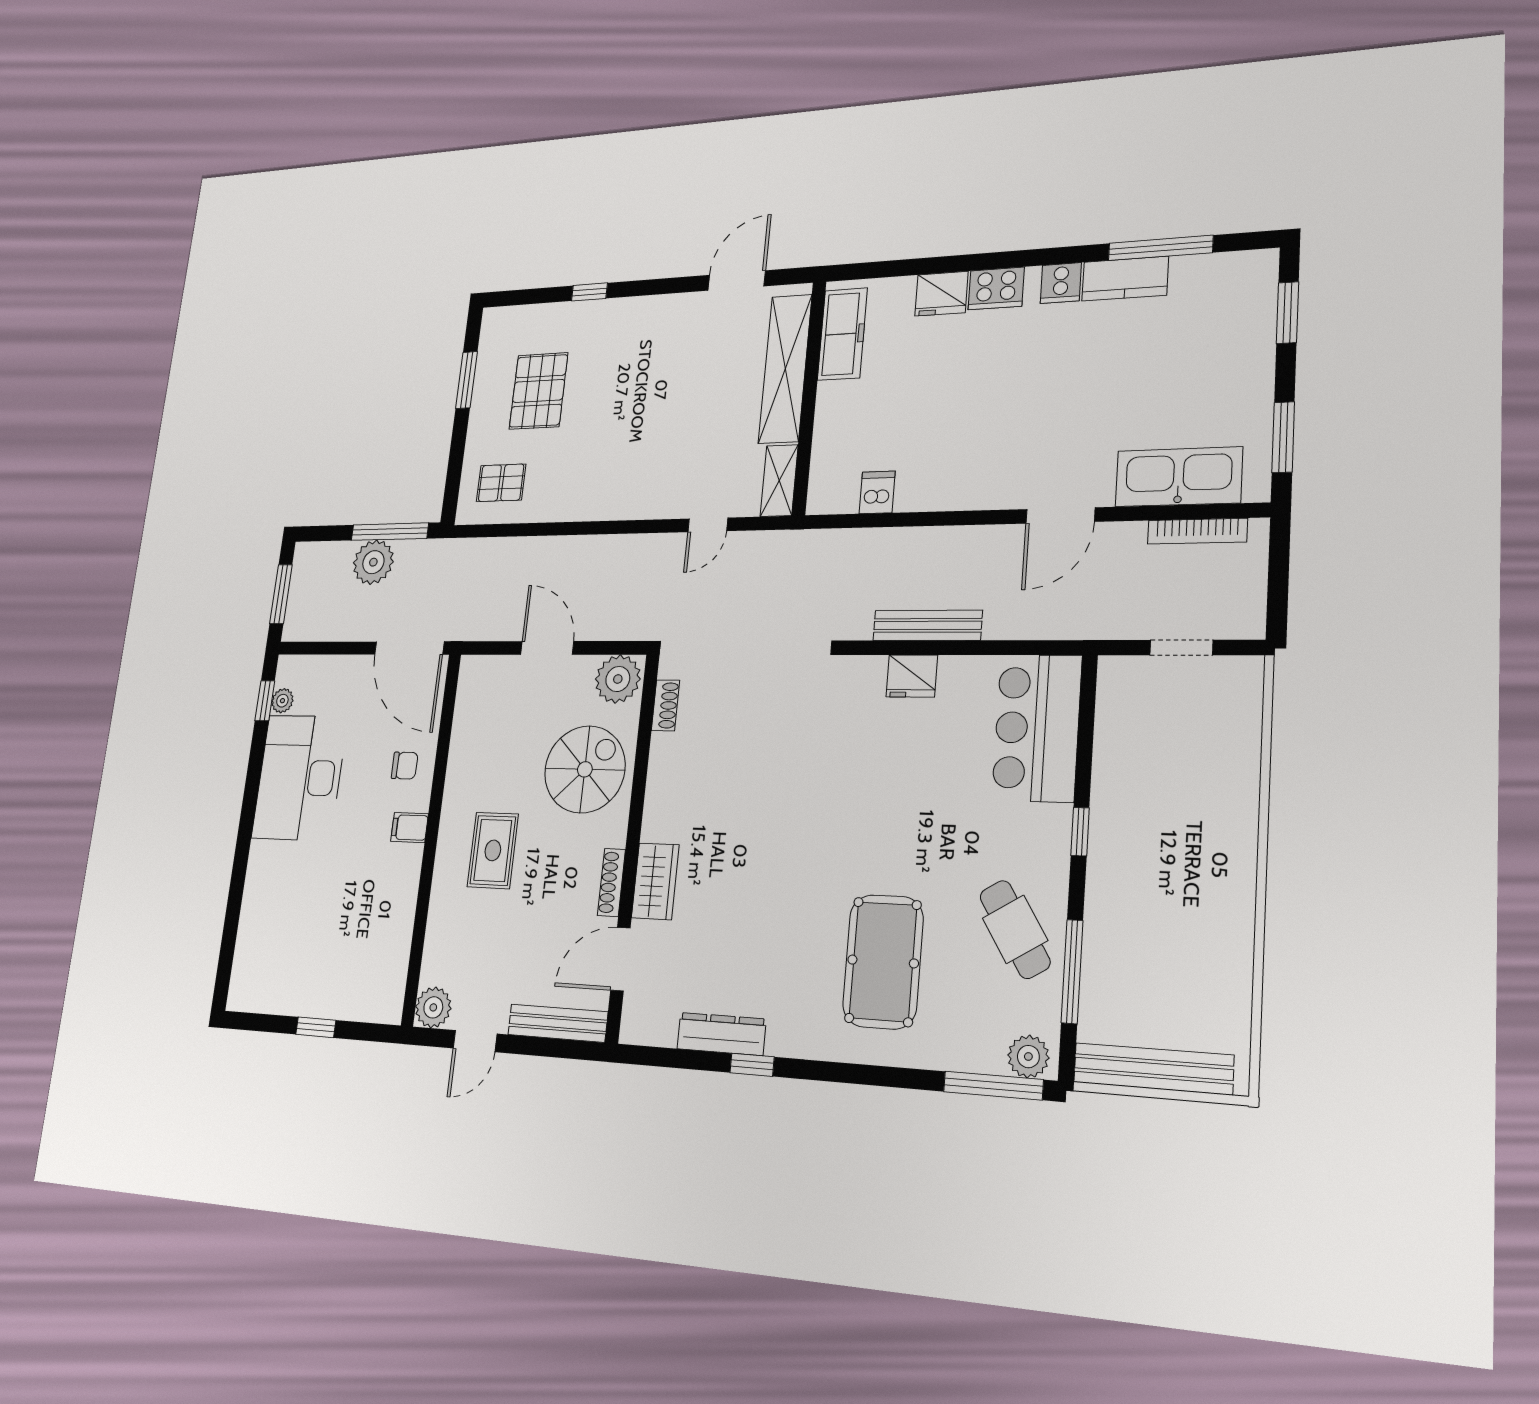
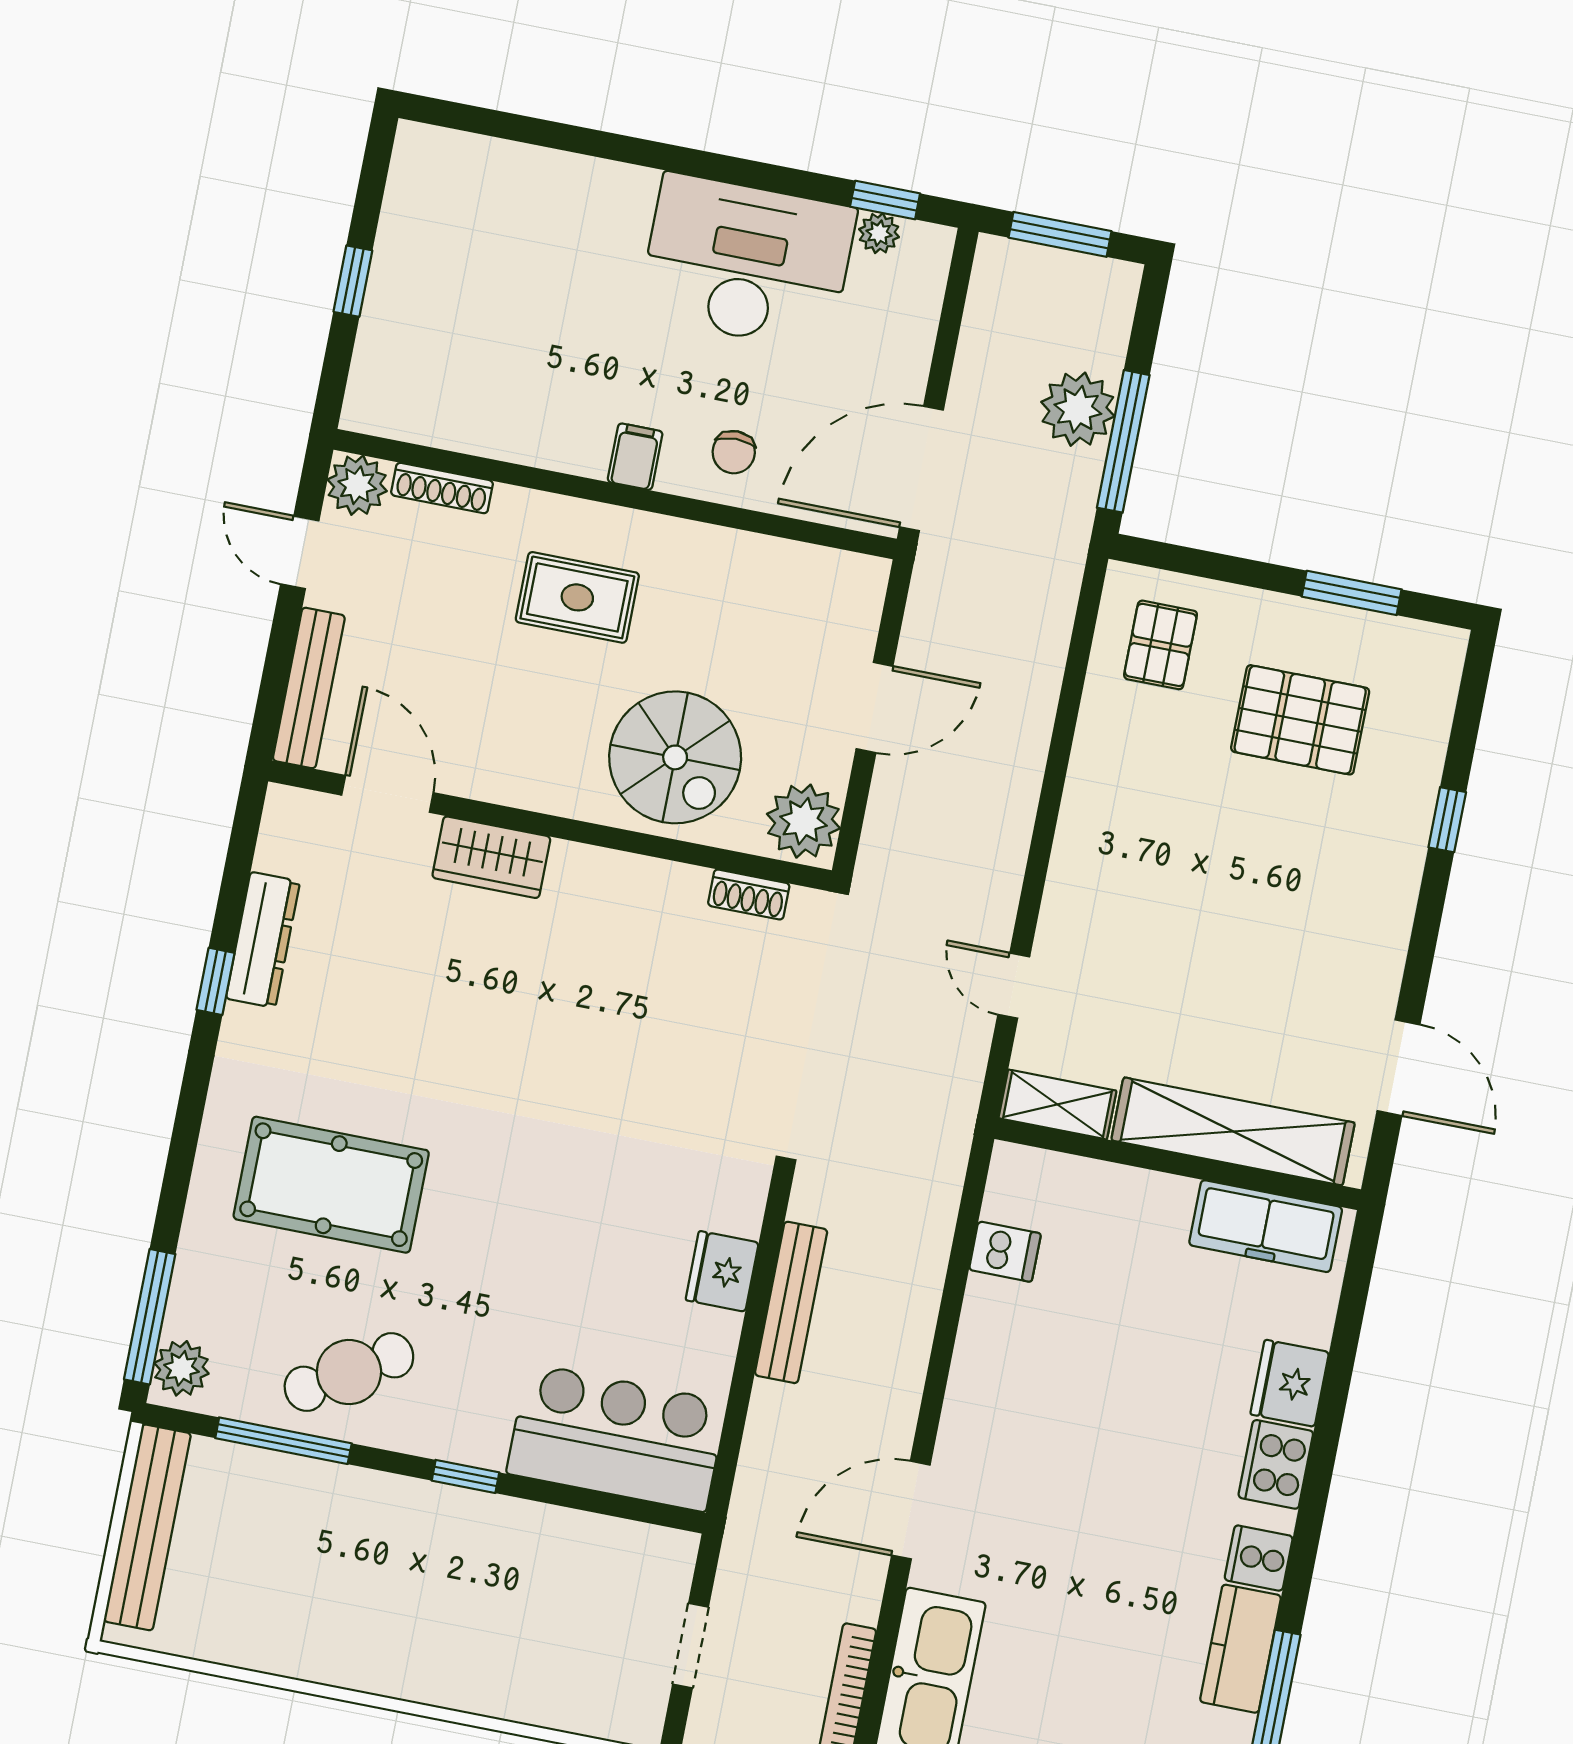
door: (1060, 515) -> (911, 1510), hinge flipped
shoe rack: (611, 882) -> (442, 488), moved, turned 180

